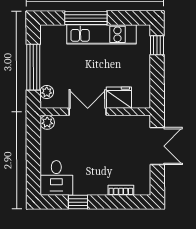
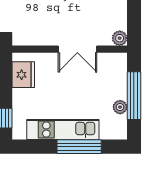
plant: (47, 92) -> (120, 107), moved
fridge: (119, 98) -> (23, 75), moved, turned -90

